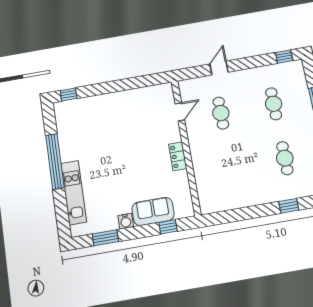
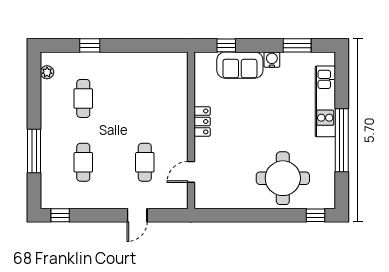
round table: (101, 120) -> (283, 178), added

